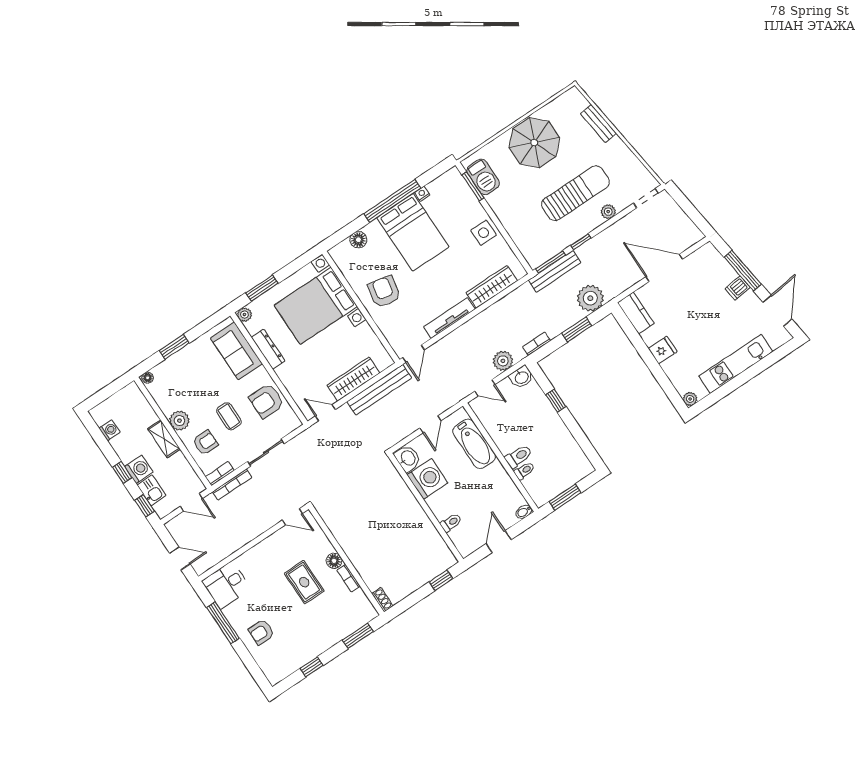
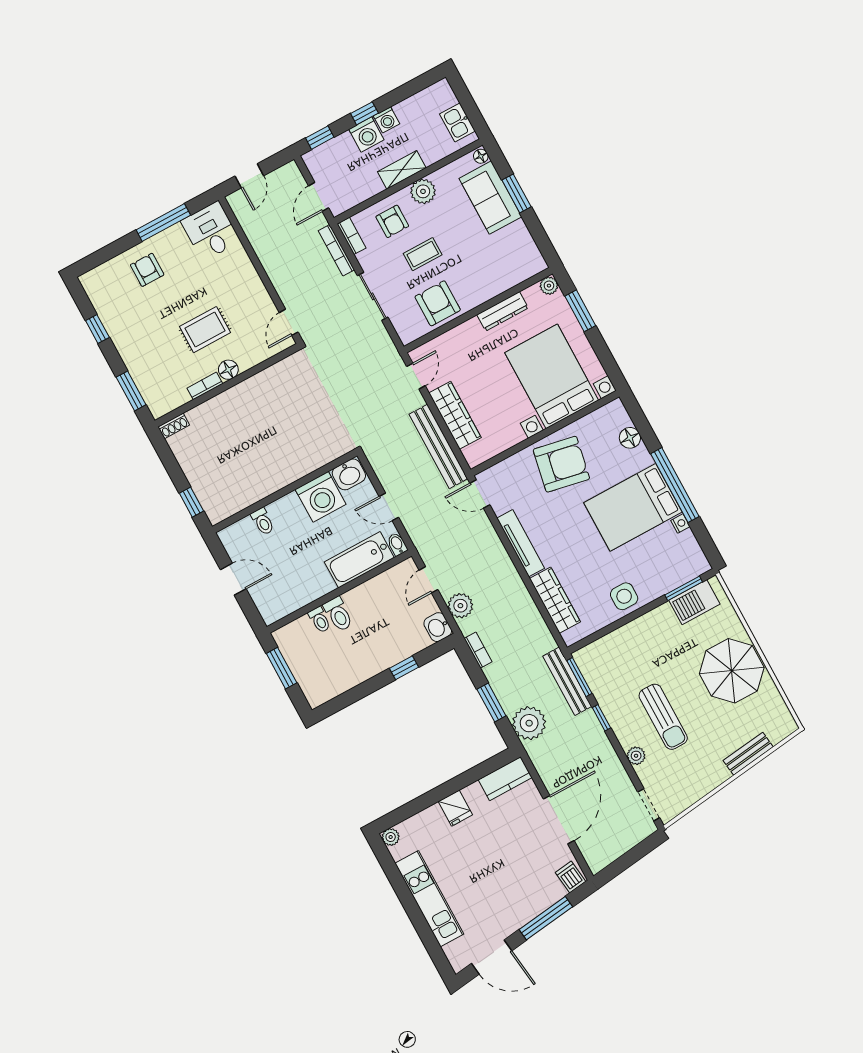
sun lounger: (576, 193) -> (663, 717), width x0.73, depth x0.75
dishwasher: (738, 288) -> (571, 877), moved
armchair: (384, 292) -> (561, 464), width x1.36, depth x1.36
sofa: (236, 351) -> (490, 198), moved, turned -90
washing machine: (110, 430) -> (387, 120), moved
kitchen sink: (151, 490) -> (457, 122), moved, turned 90
bidet: (524, 512) -> (397, 544), moved

